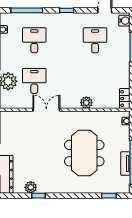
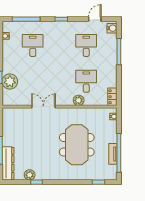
desk: (34, 81) -> (86, 81), moved

